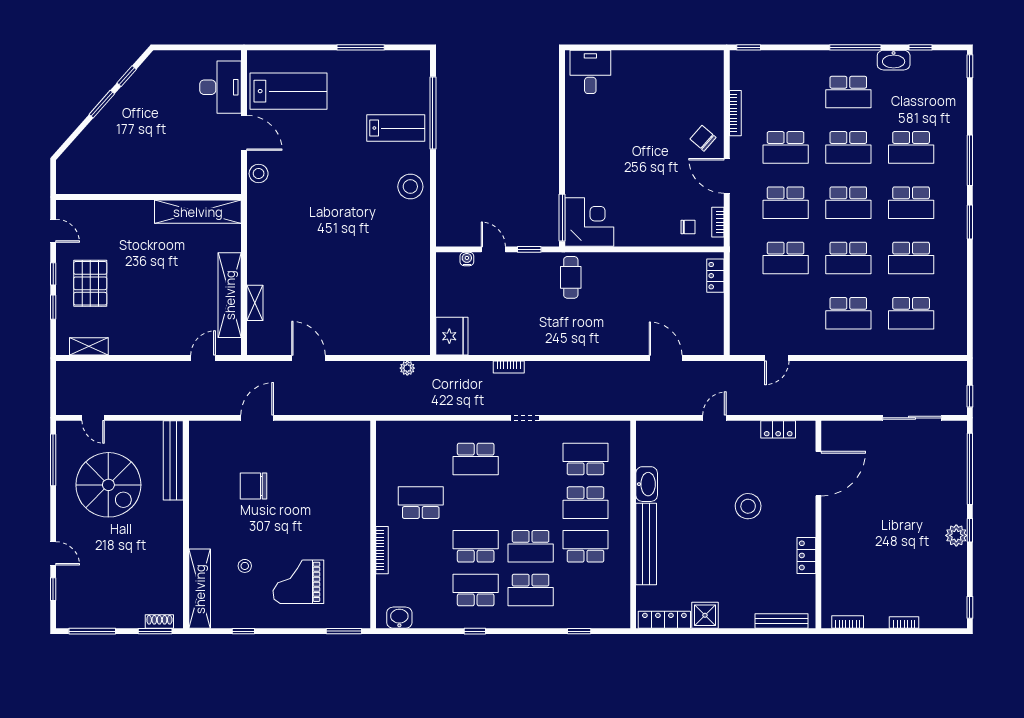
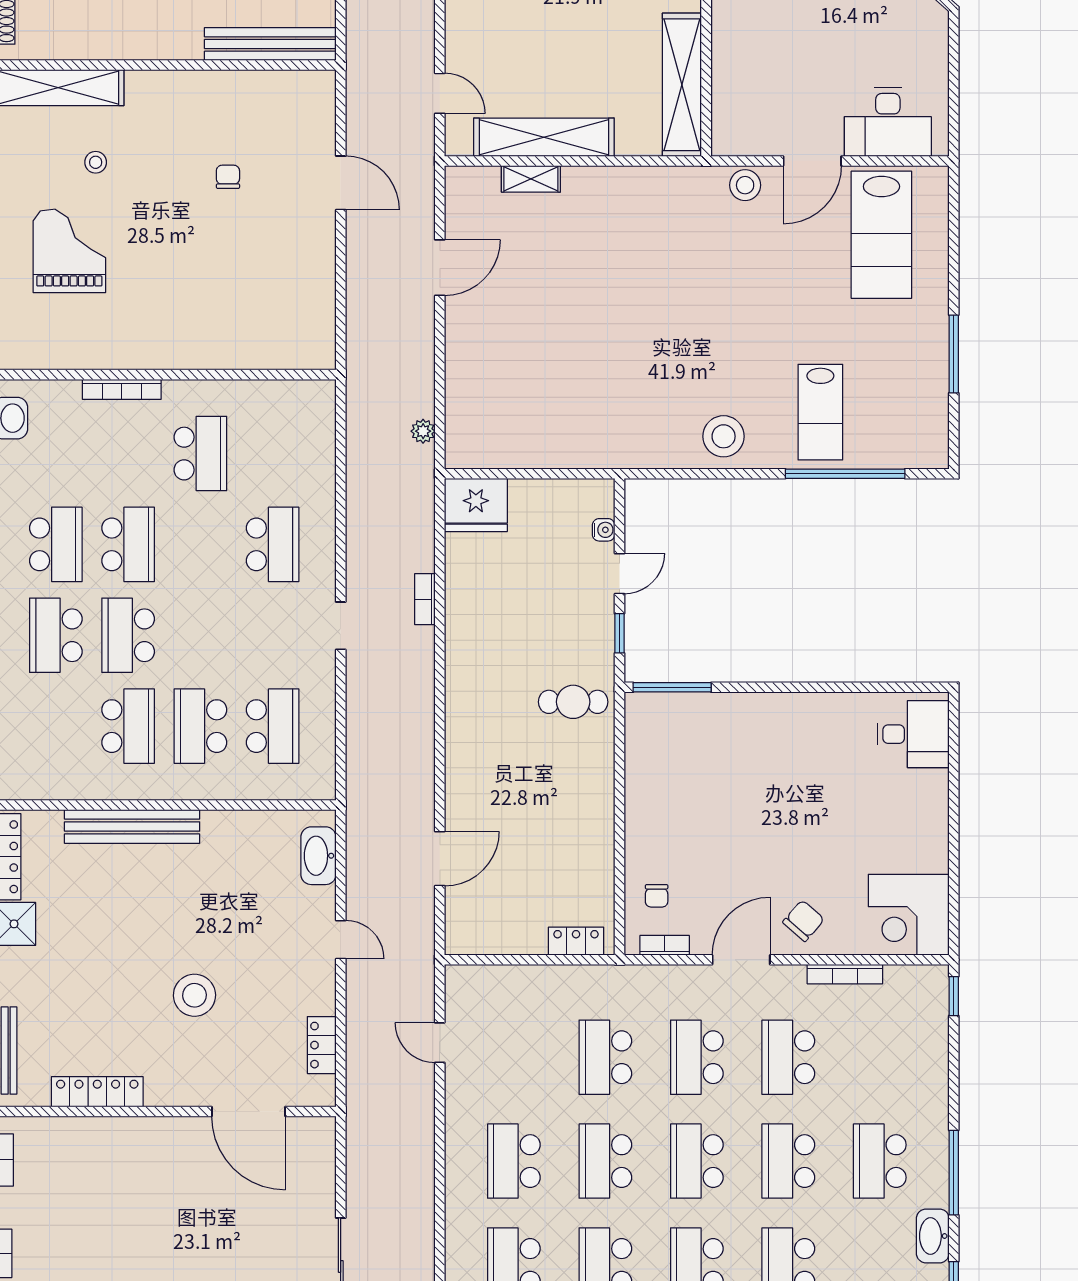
corner desk: (589, 222) -> (909, 915), moved, turned 90
school desk: (476, 459) -> (273, 544), turned 180
washbasin: (647, 484) -> (318, 856), moved, turned 90
chair: (254, 486) -> (228, 177), width x0.54, depth x0.54
locker: (806, 555) -> (97, 1092), width x1.53

